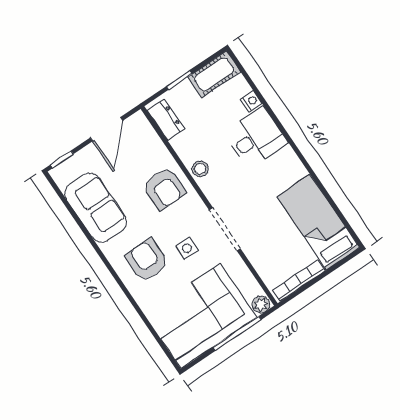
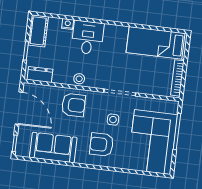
door: (107, 129) -> (19, 108), width x1.36
plant: (261, 304) -> (173, 107), removed

